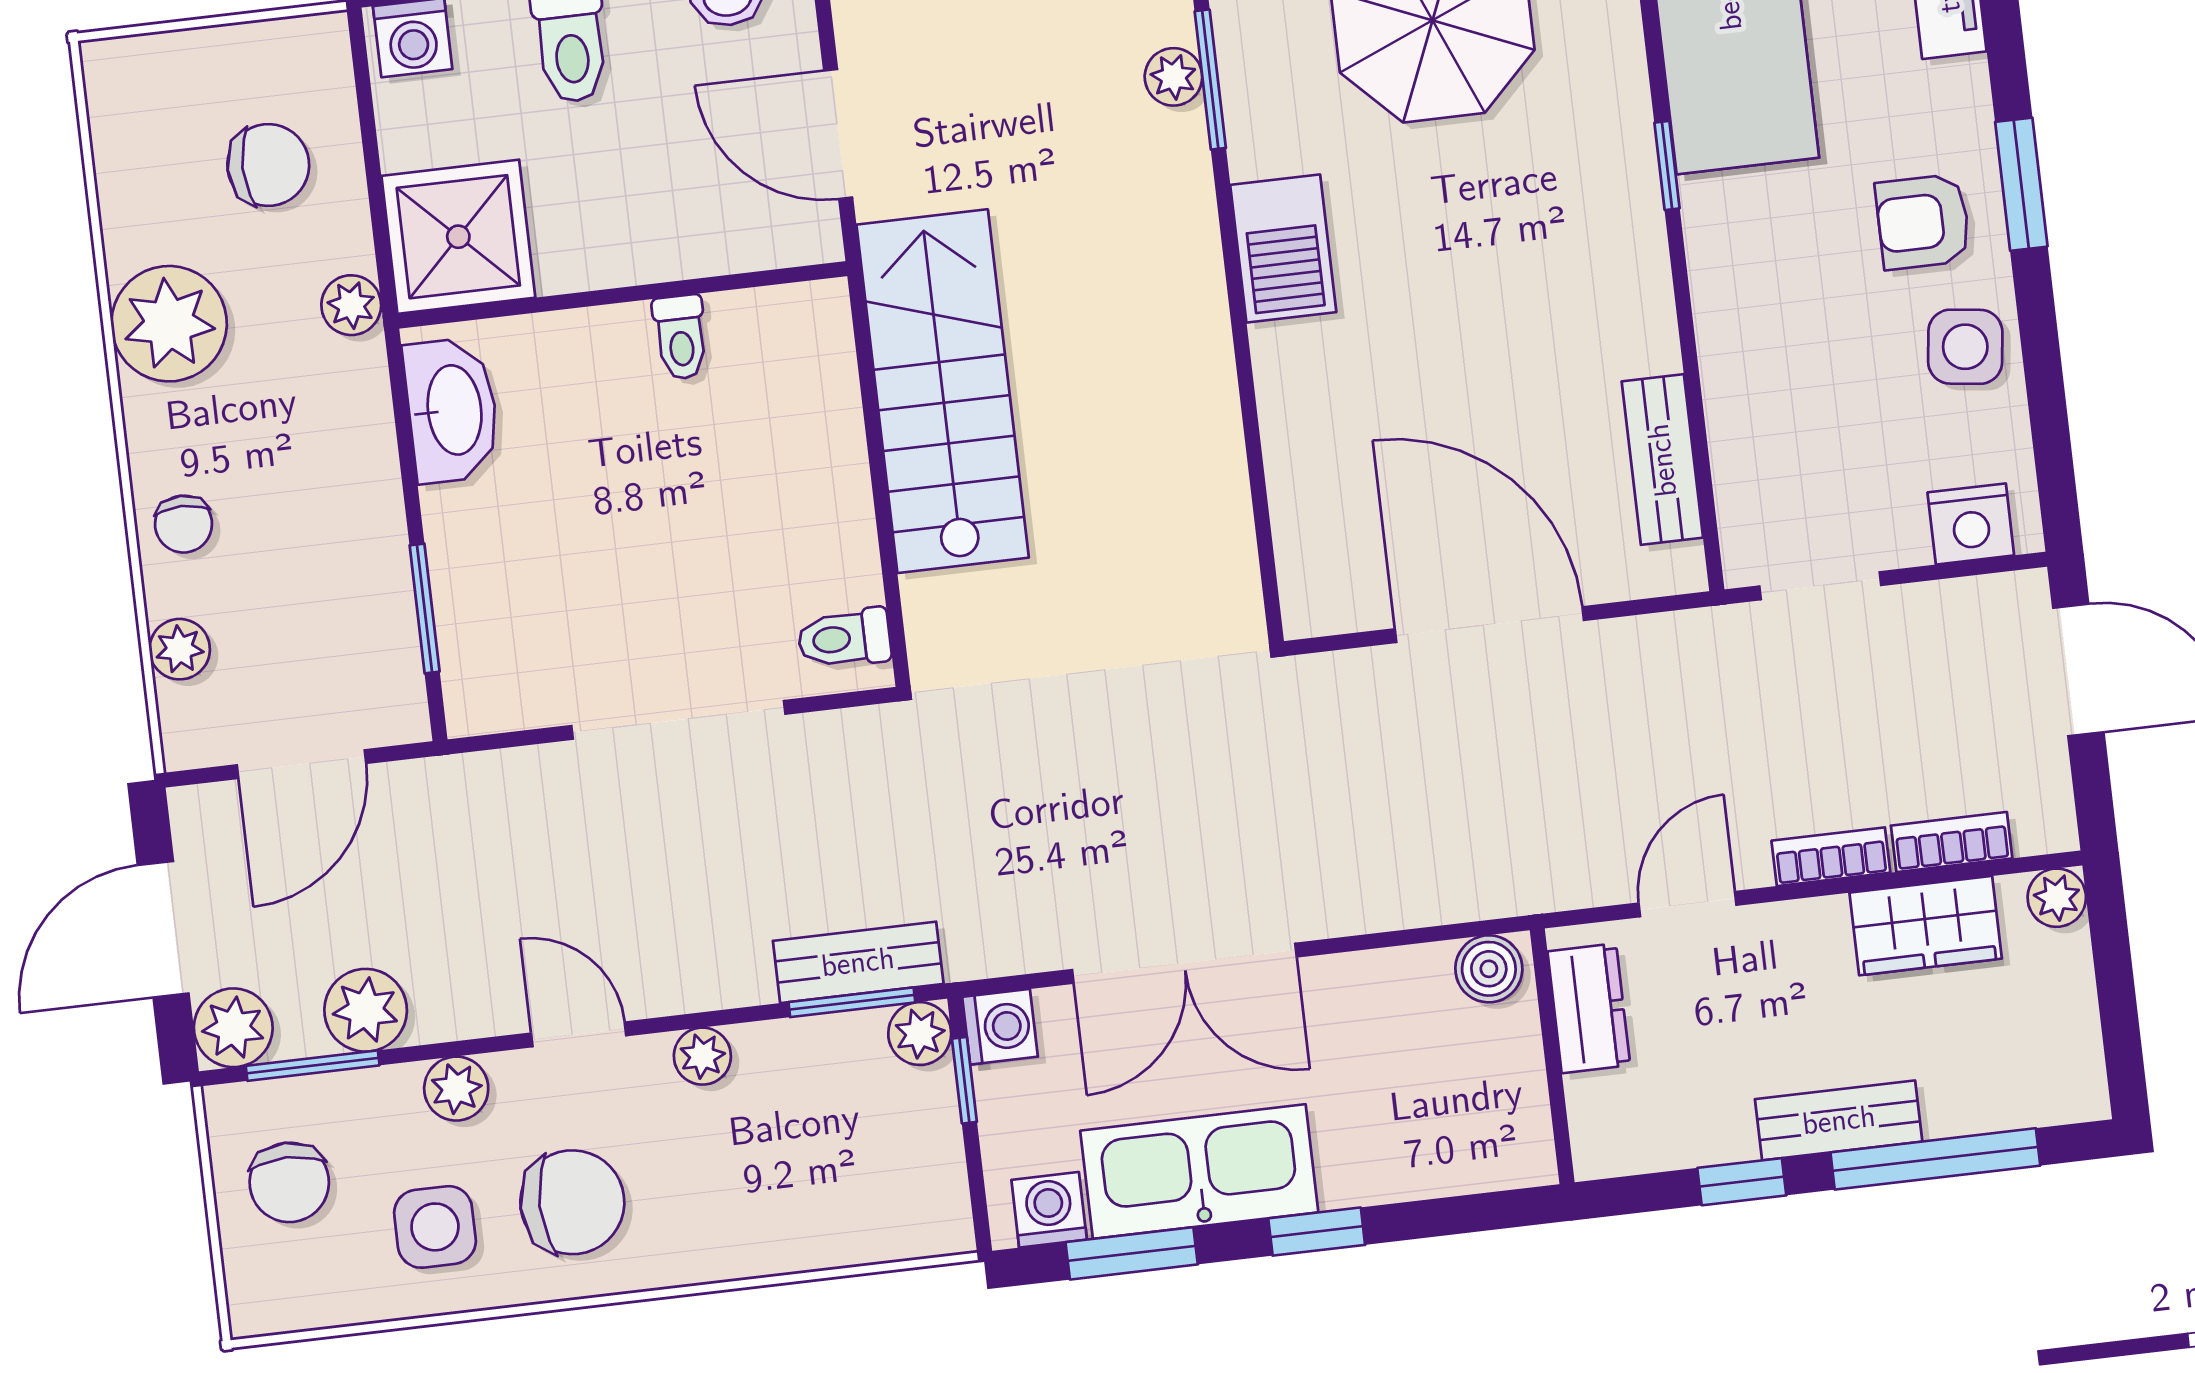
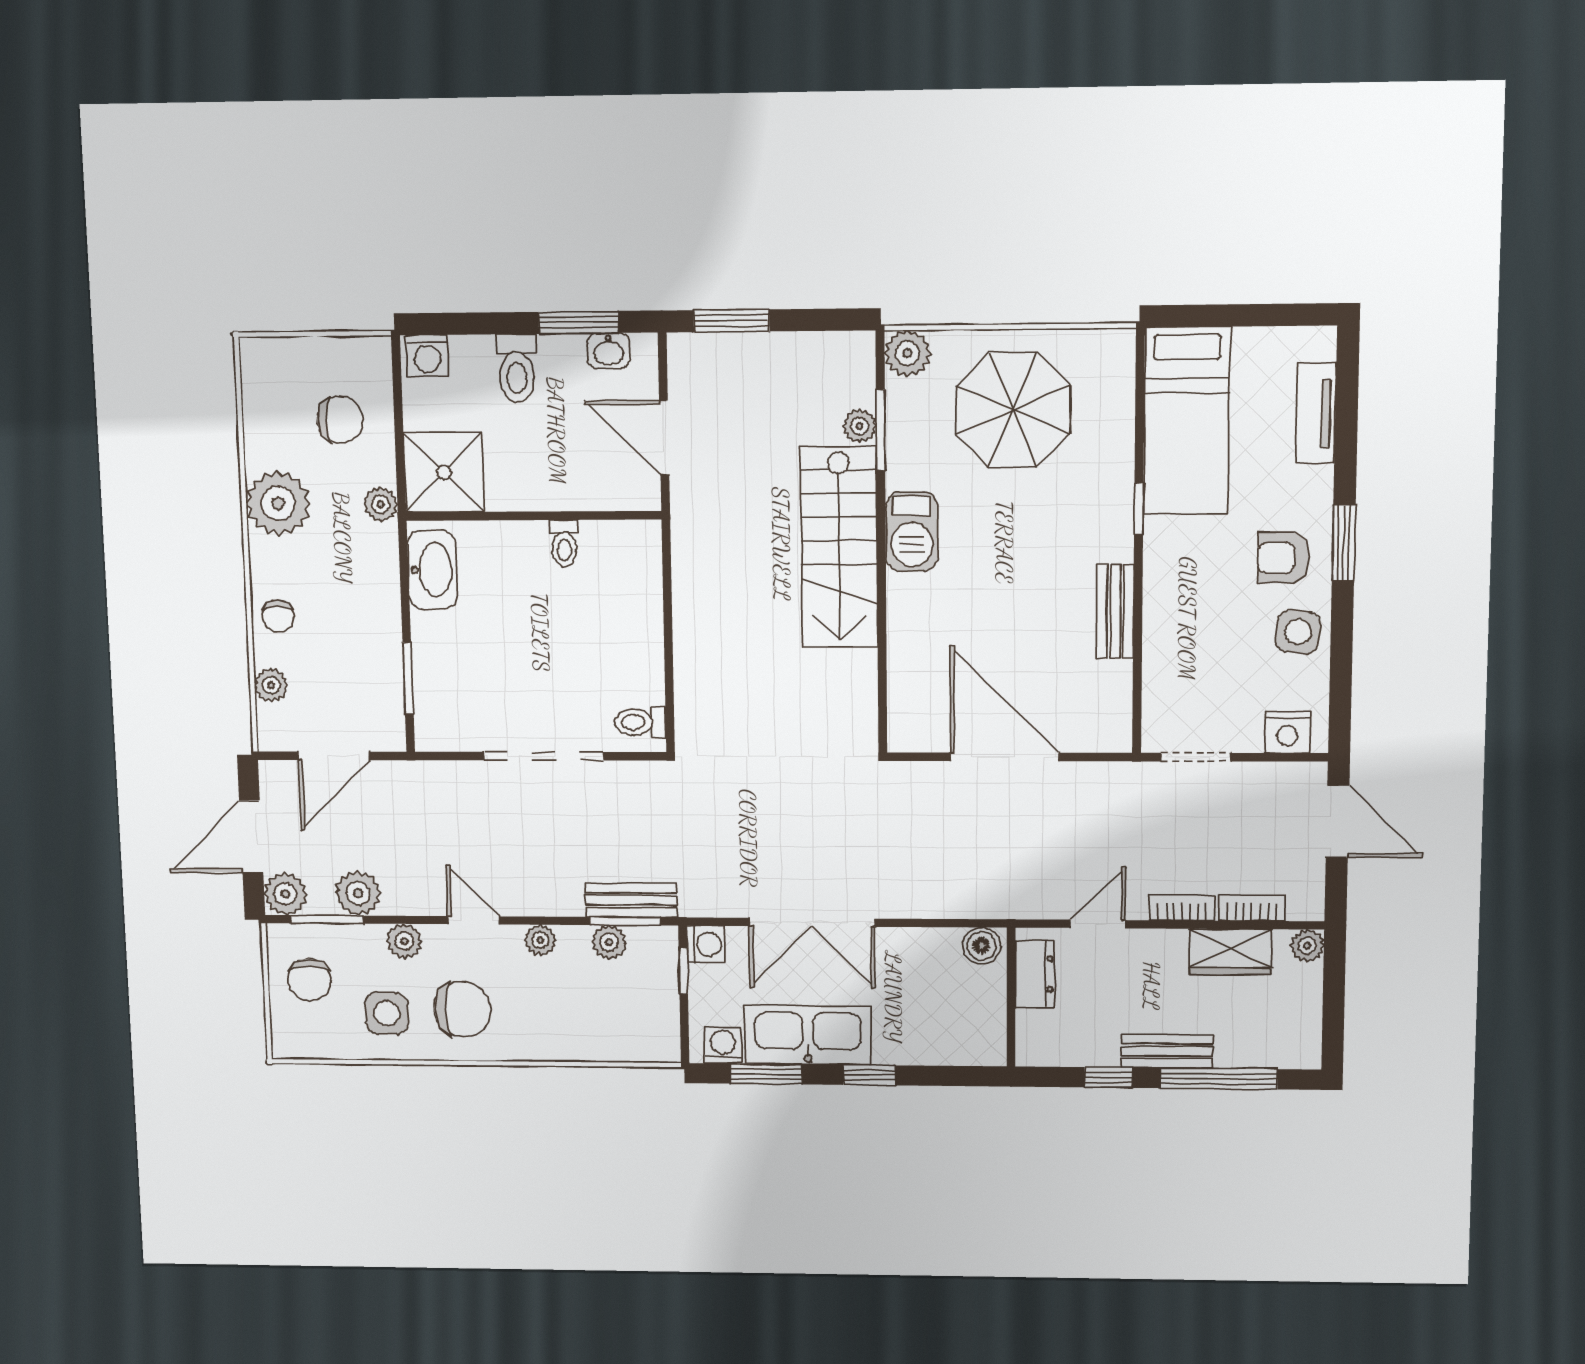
stairs: (943, 391) -> (839, 547), moved, turned 180
bench: (1662, 460) -> (1115, 611), moved
plant: (920, 1034) -> (609, 942), moved

